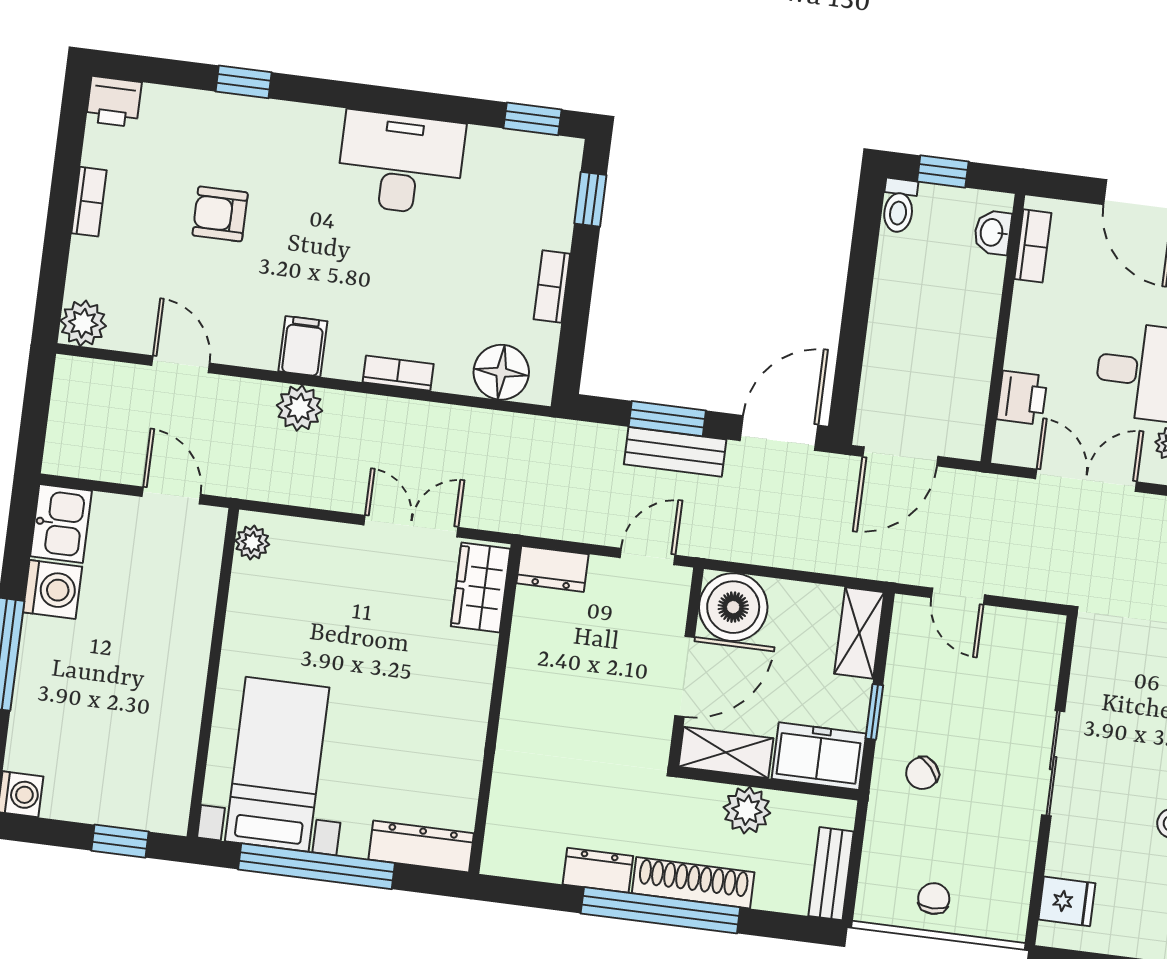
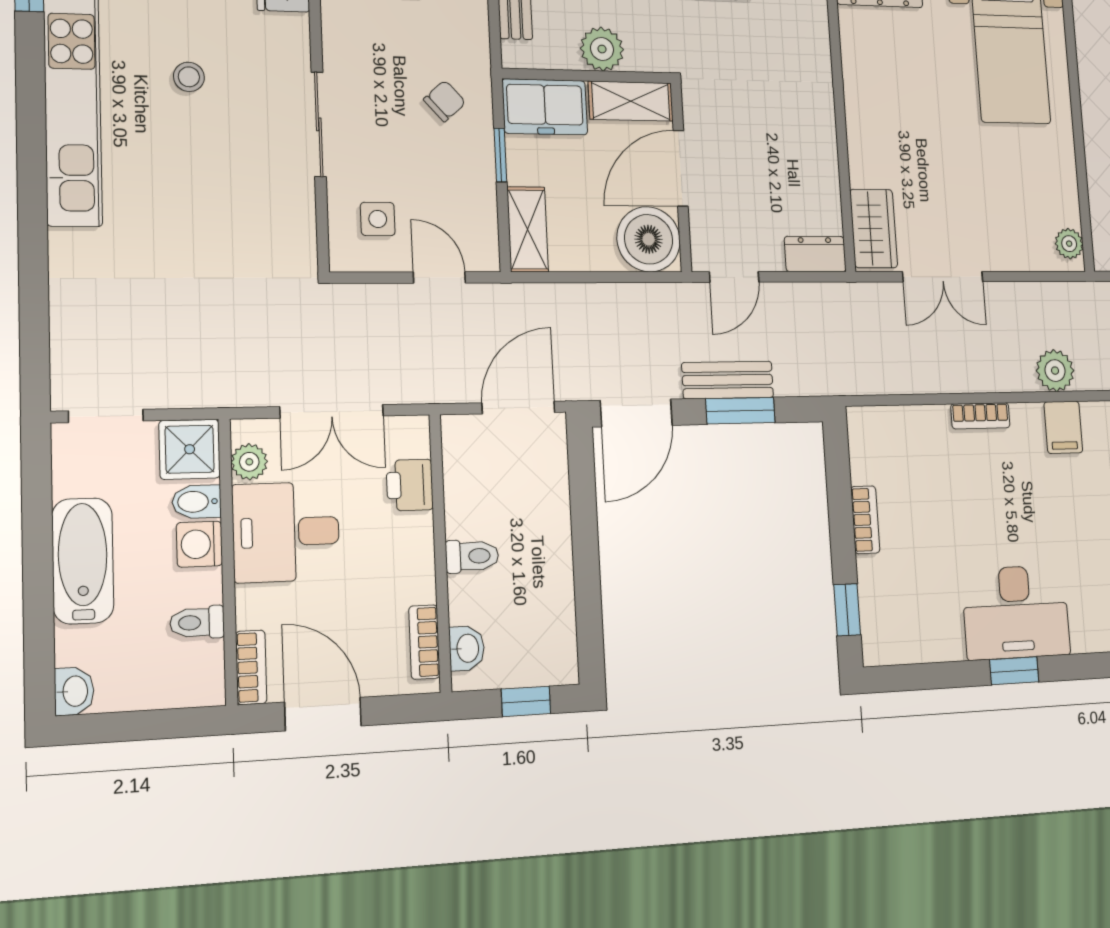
window: (533, 119) -> (1014, 671), moved
toilet: (899, 206) -> (472, 556), moved, turned 90
floor lamp: (501, 372) -> (894, 431), removed
side table: (1010, 662) -> (378, 219), added

